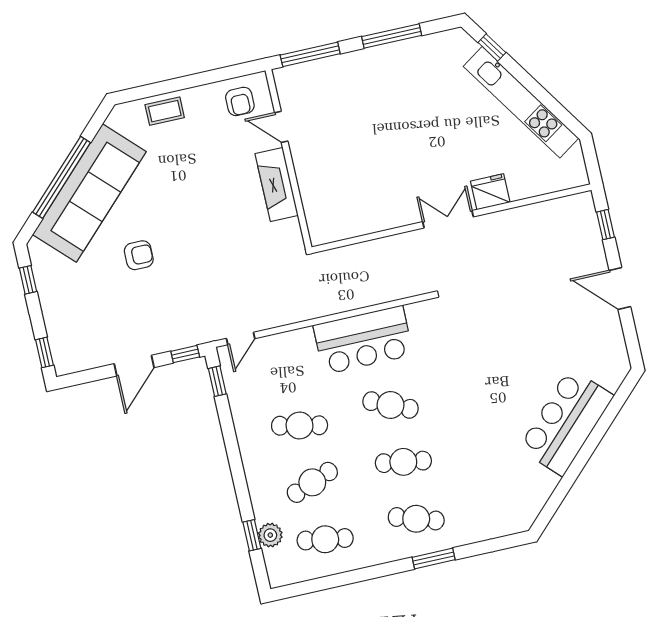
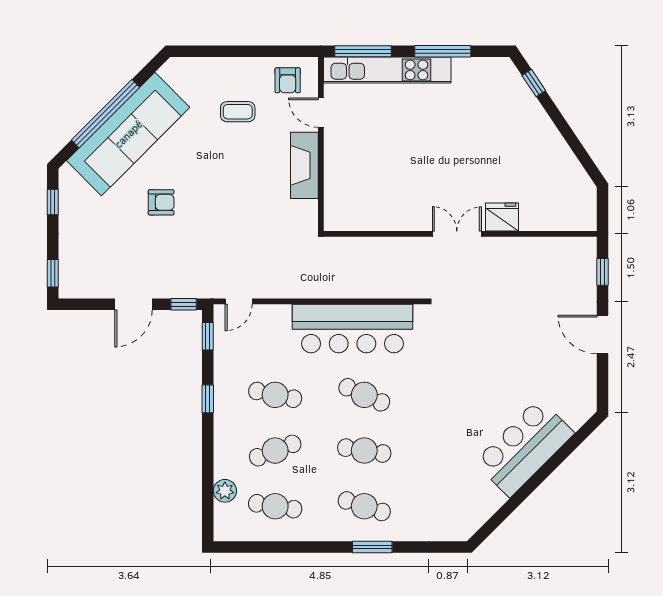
kitchen unit: (521, 102) -> (387, 70), moved, turned -56
coffee table: (165, 111) -> (238, 112), moved
bar counter: (363, 340) -> (353, 328), width x1.36
window: (252, 535) -> (208, 399), moved

